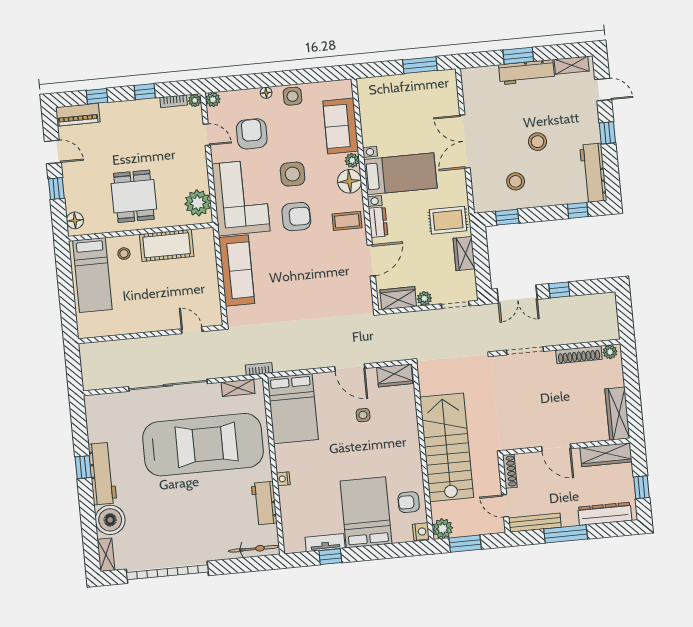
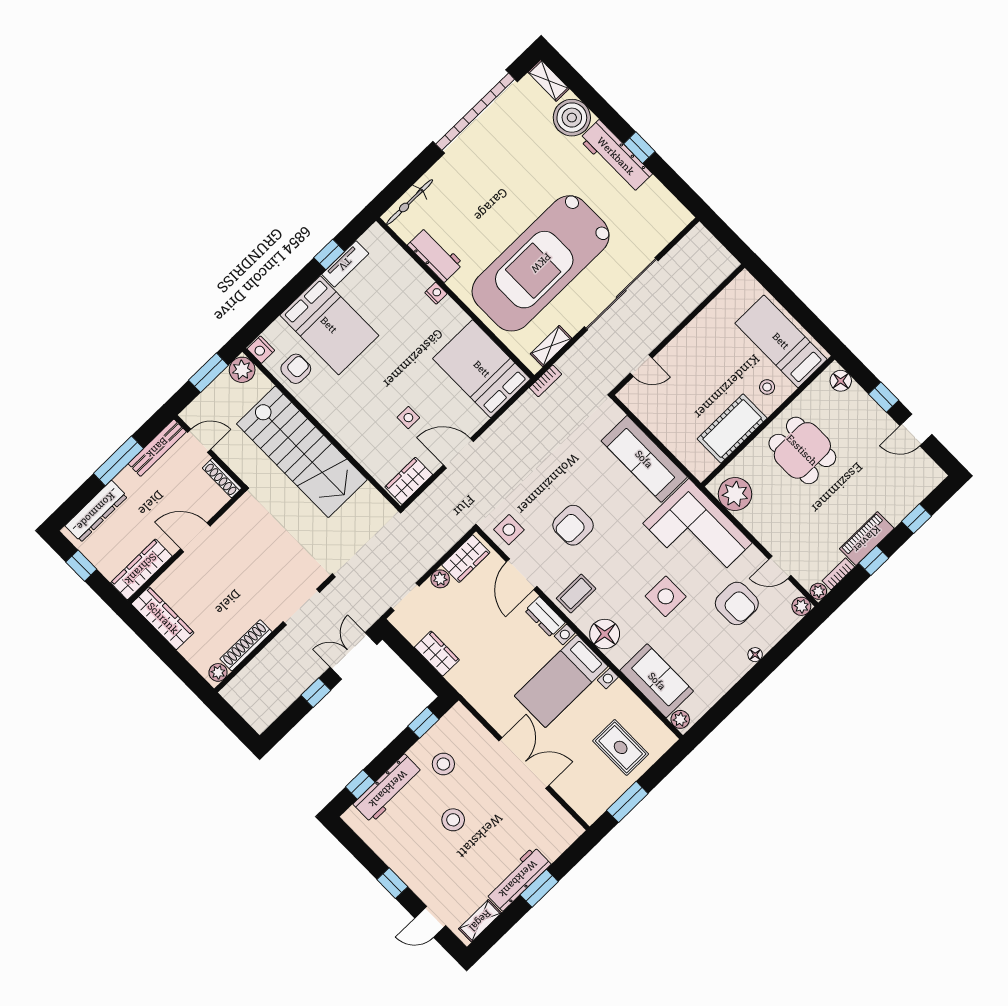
side table: (293, 96) -> (509, 530), moved
piano: (78, 115) -> (867, 539), moved
plant: (352, 160) -> (680, 719), moved
workbench: (593, 173) -> (388, 789), moved, turned 90
armchair: (296, 217) -> (573, 525), moved
rug: (448, 220) -> (621, 747), moved, turned 90

